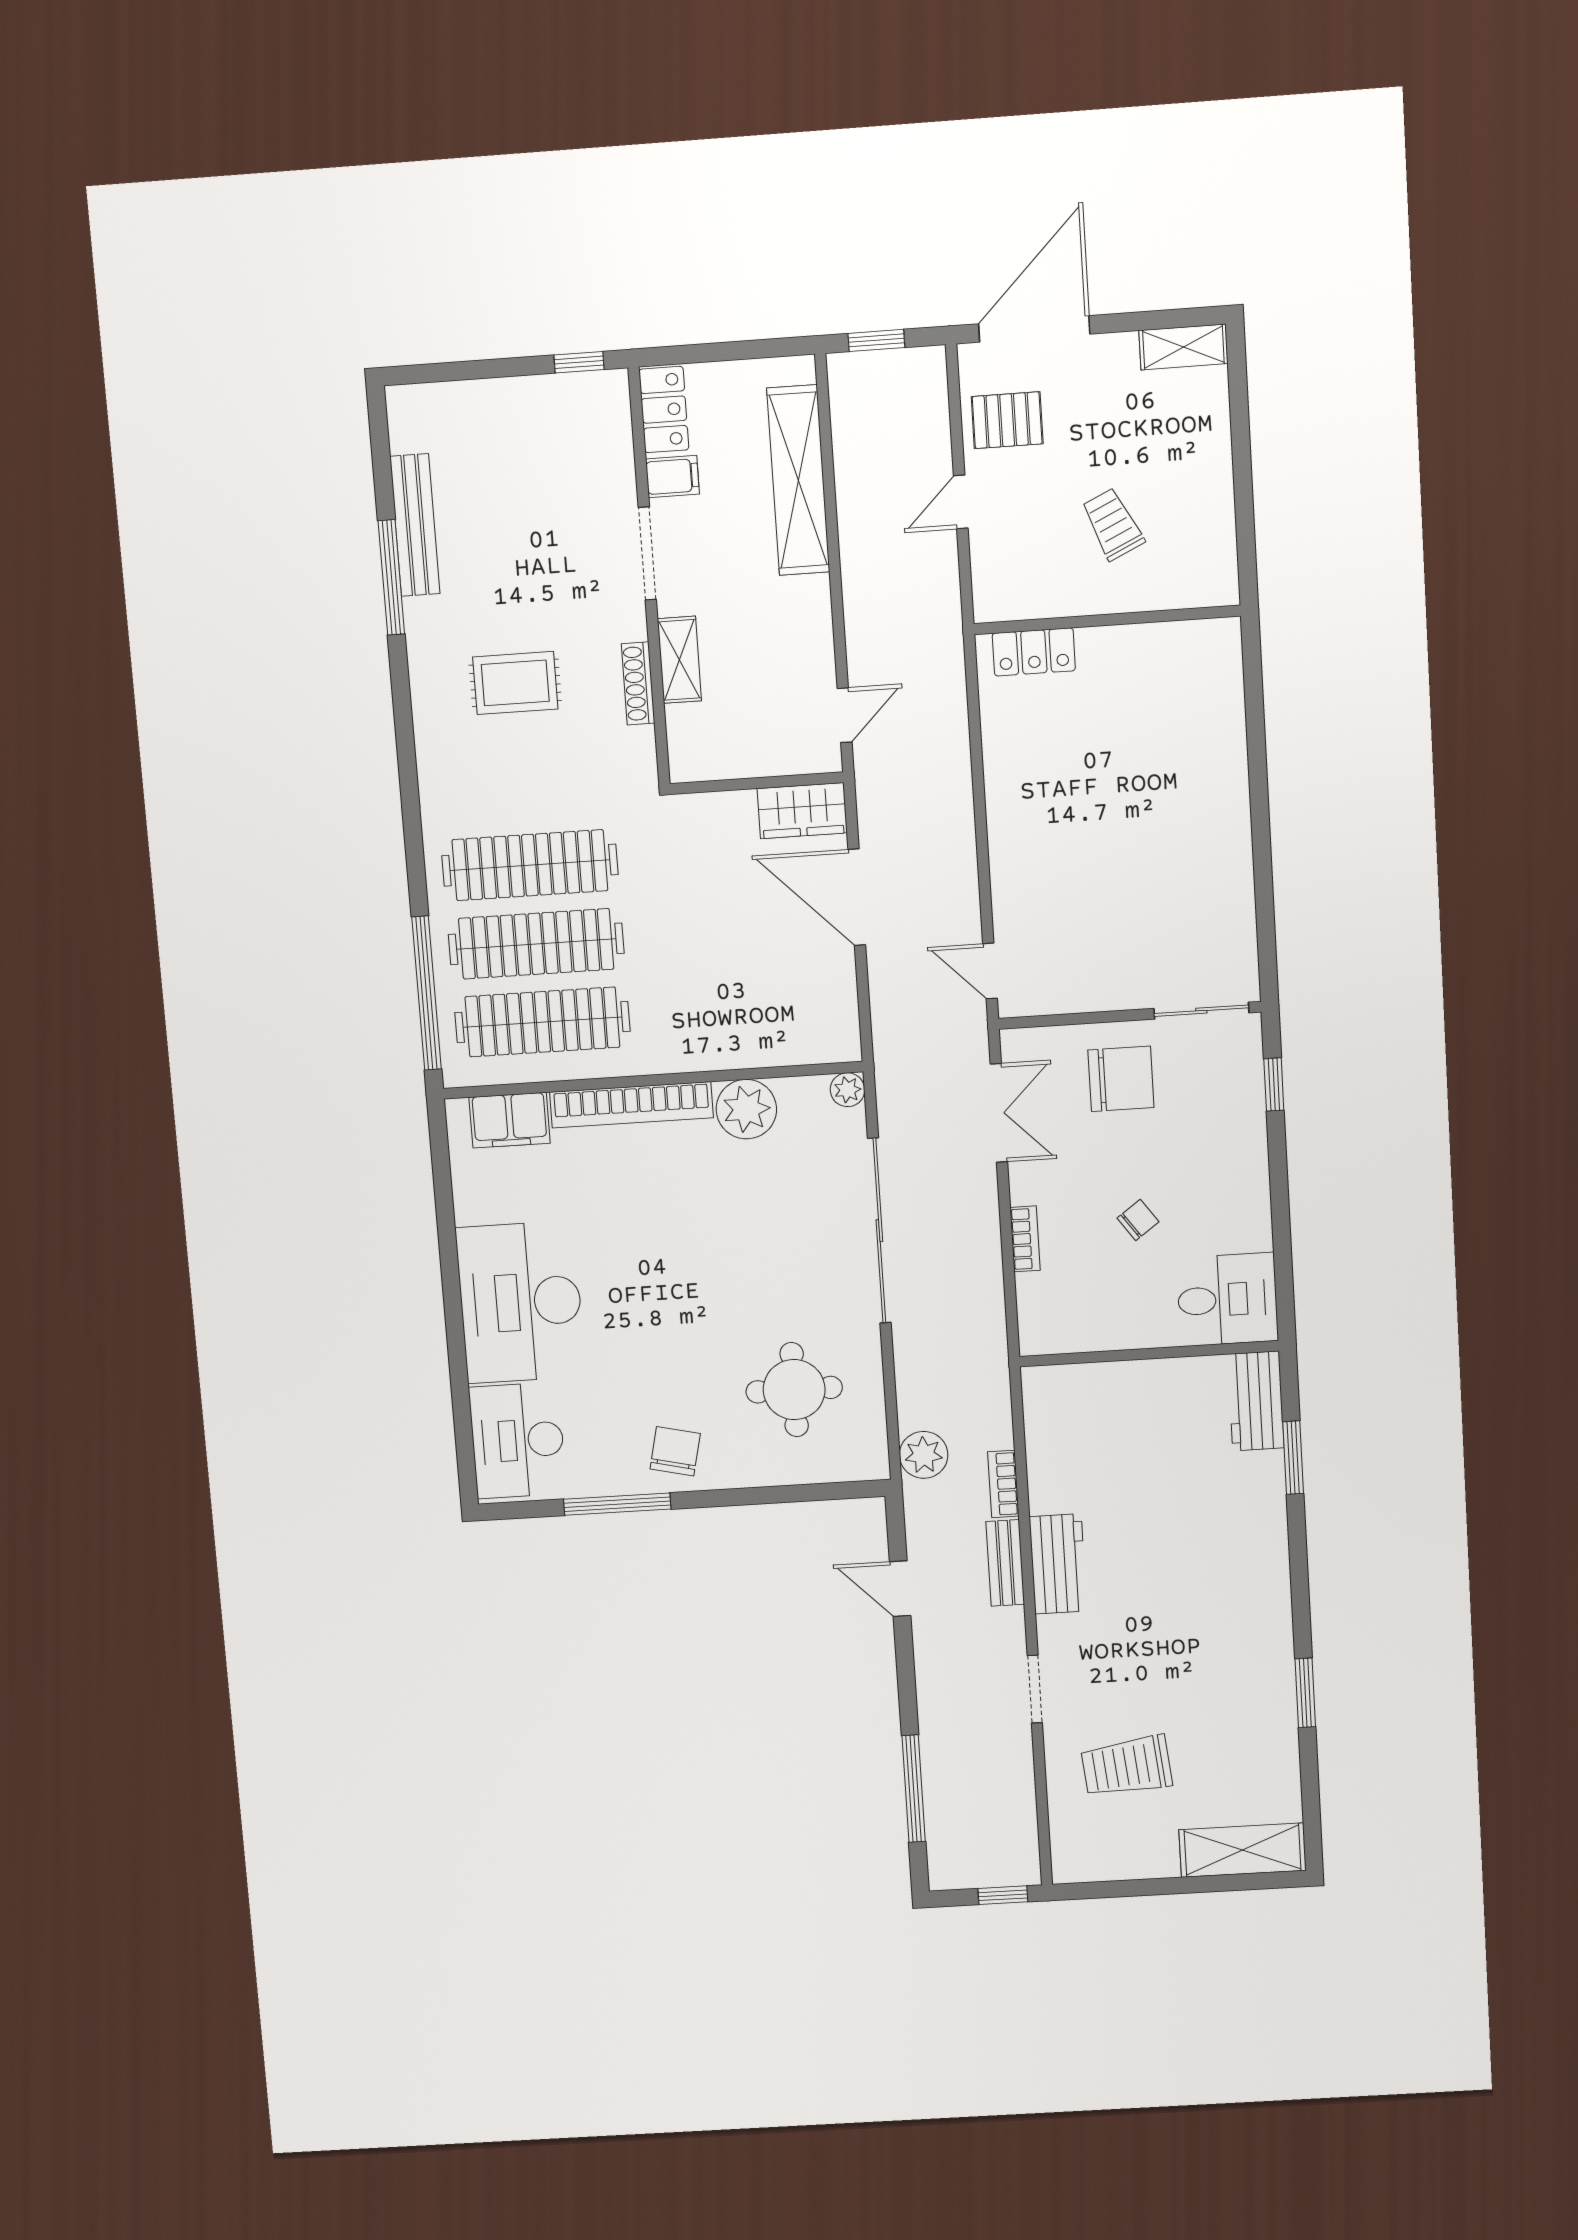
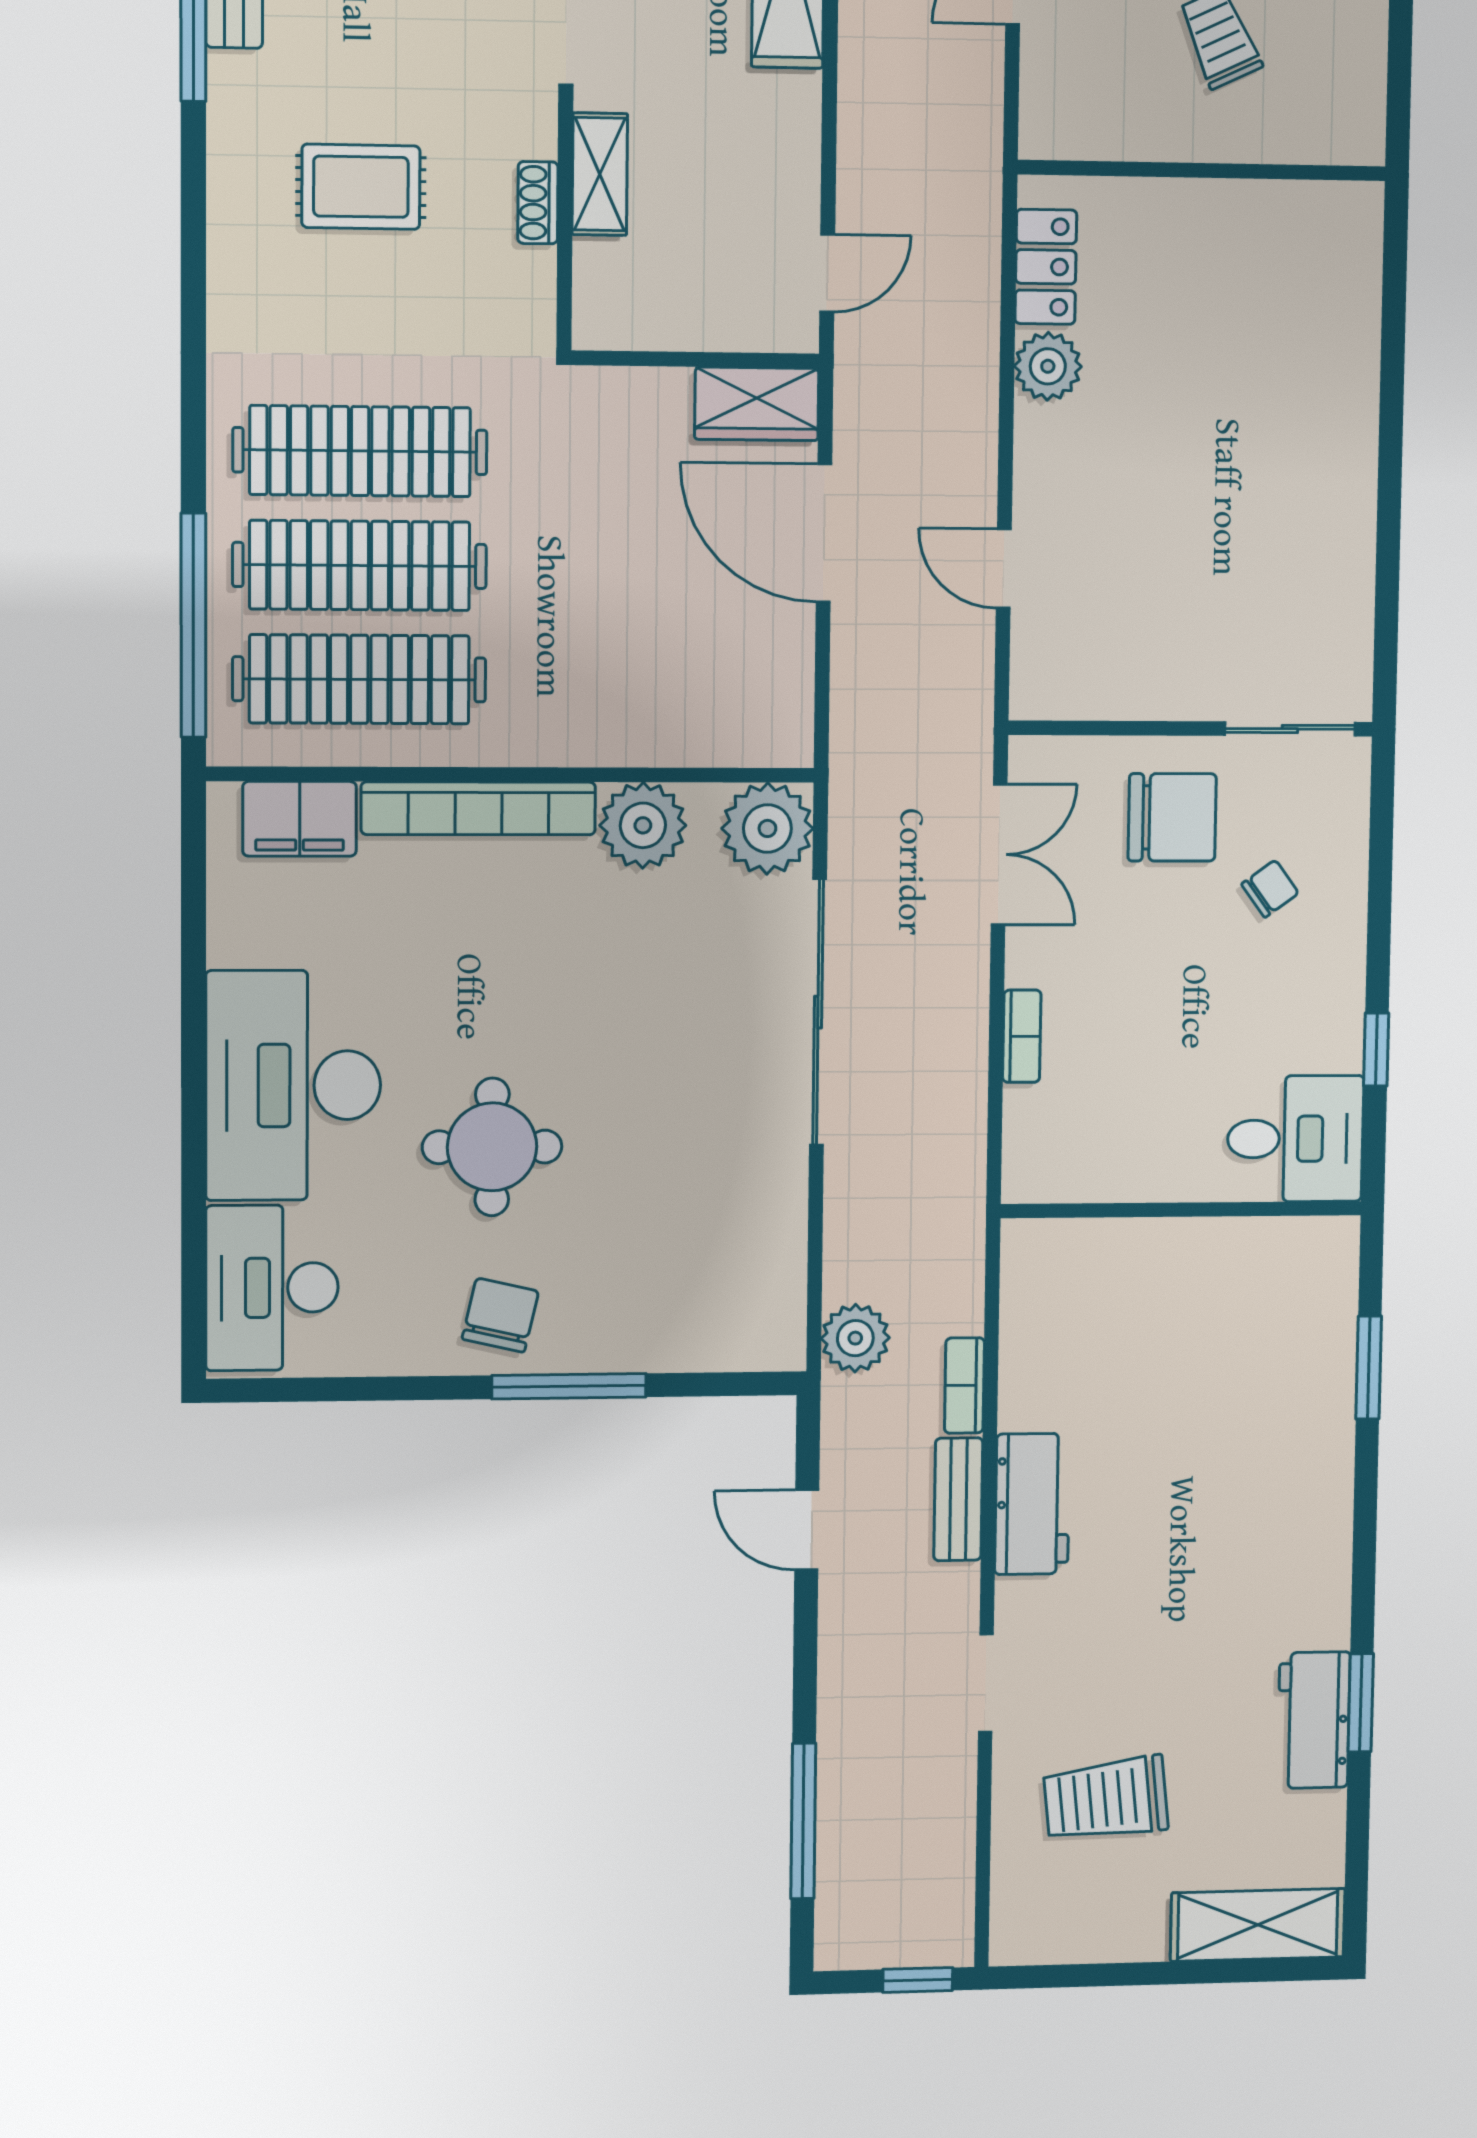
locker: (1034, 652) -> (1046, 267), moved, turned -90
shoe rack: (638, 683) -> (538, 203), width x0.70
plant: (1007, 768) -> (1048, 366), added
door: (990, 971) -> (1004, 569), moved
window: (1274, 1084) -> (1376, 1050), moved
plant: (847, 1090) -> (767, 828), width x1.88, depth x1.88
chair: (1138, 1220) -> (1270, 889), moved
round table: (794, 1390) -> (492, 1147), moved
workbench: (1256, 1401) -> (1314, 1720), moved
window: (617, 1504) -> (569, 1386), moved

